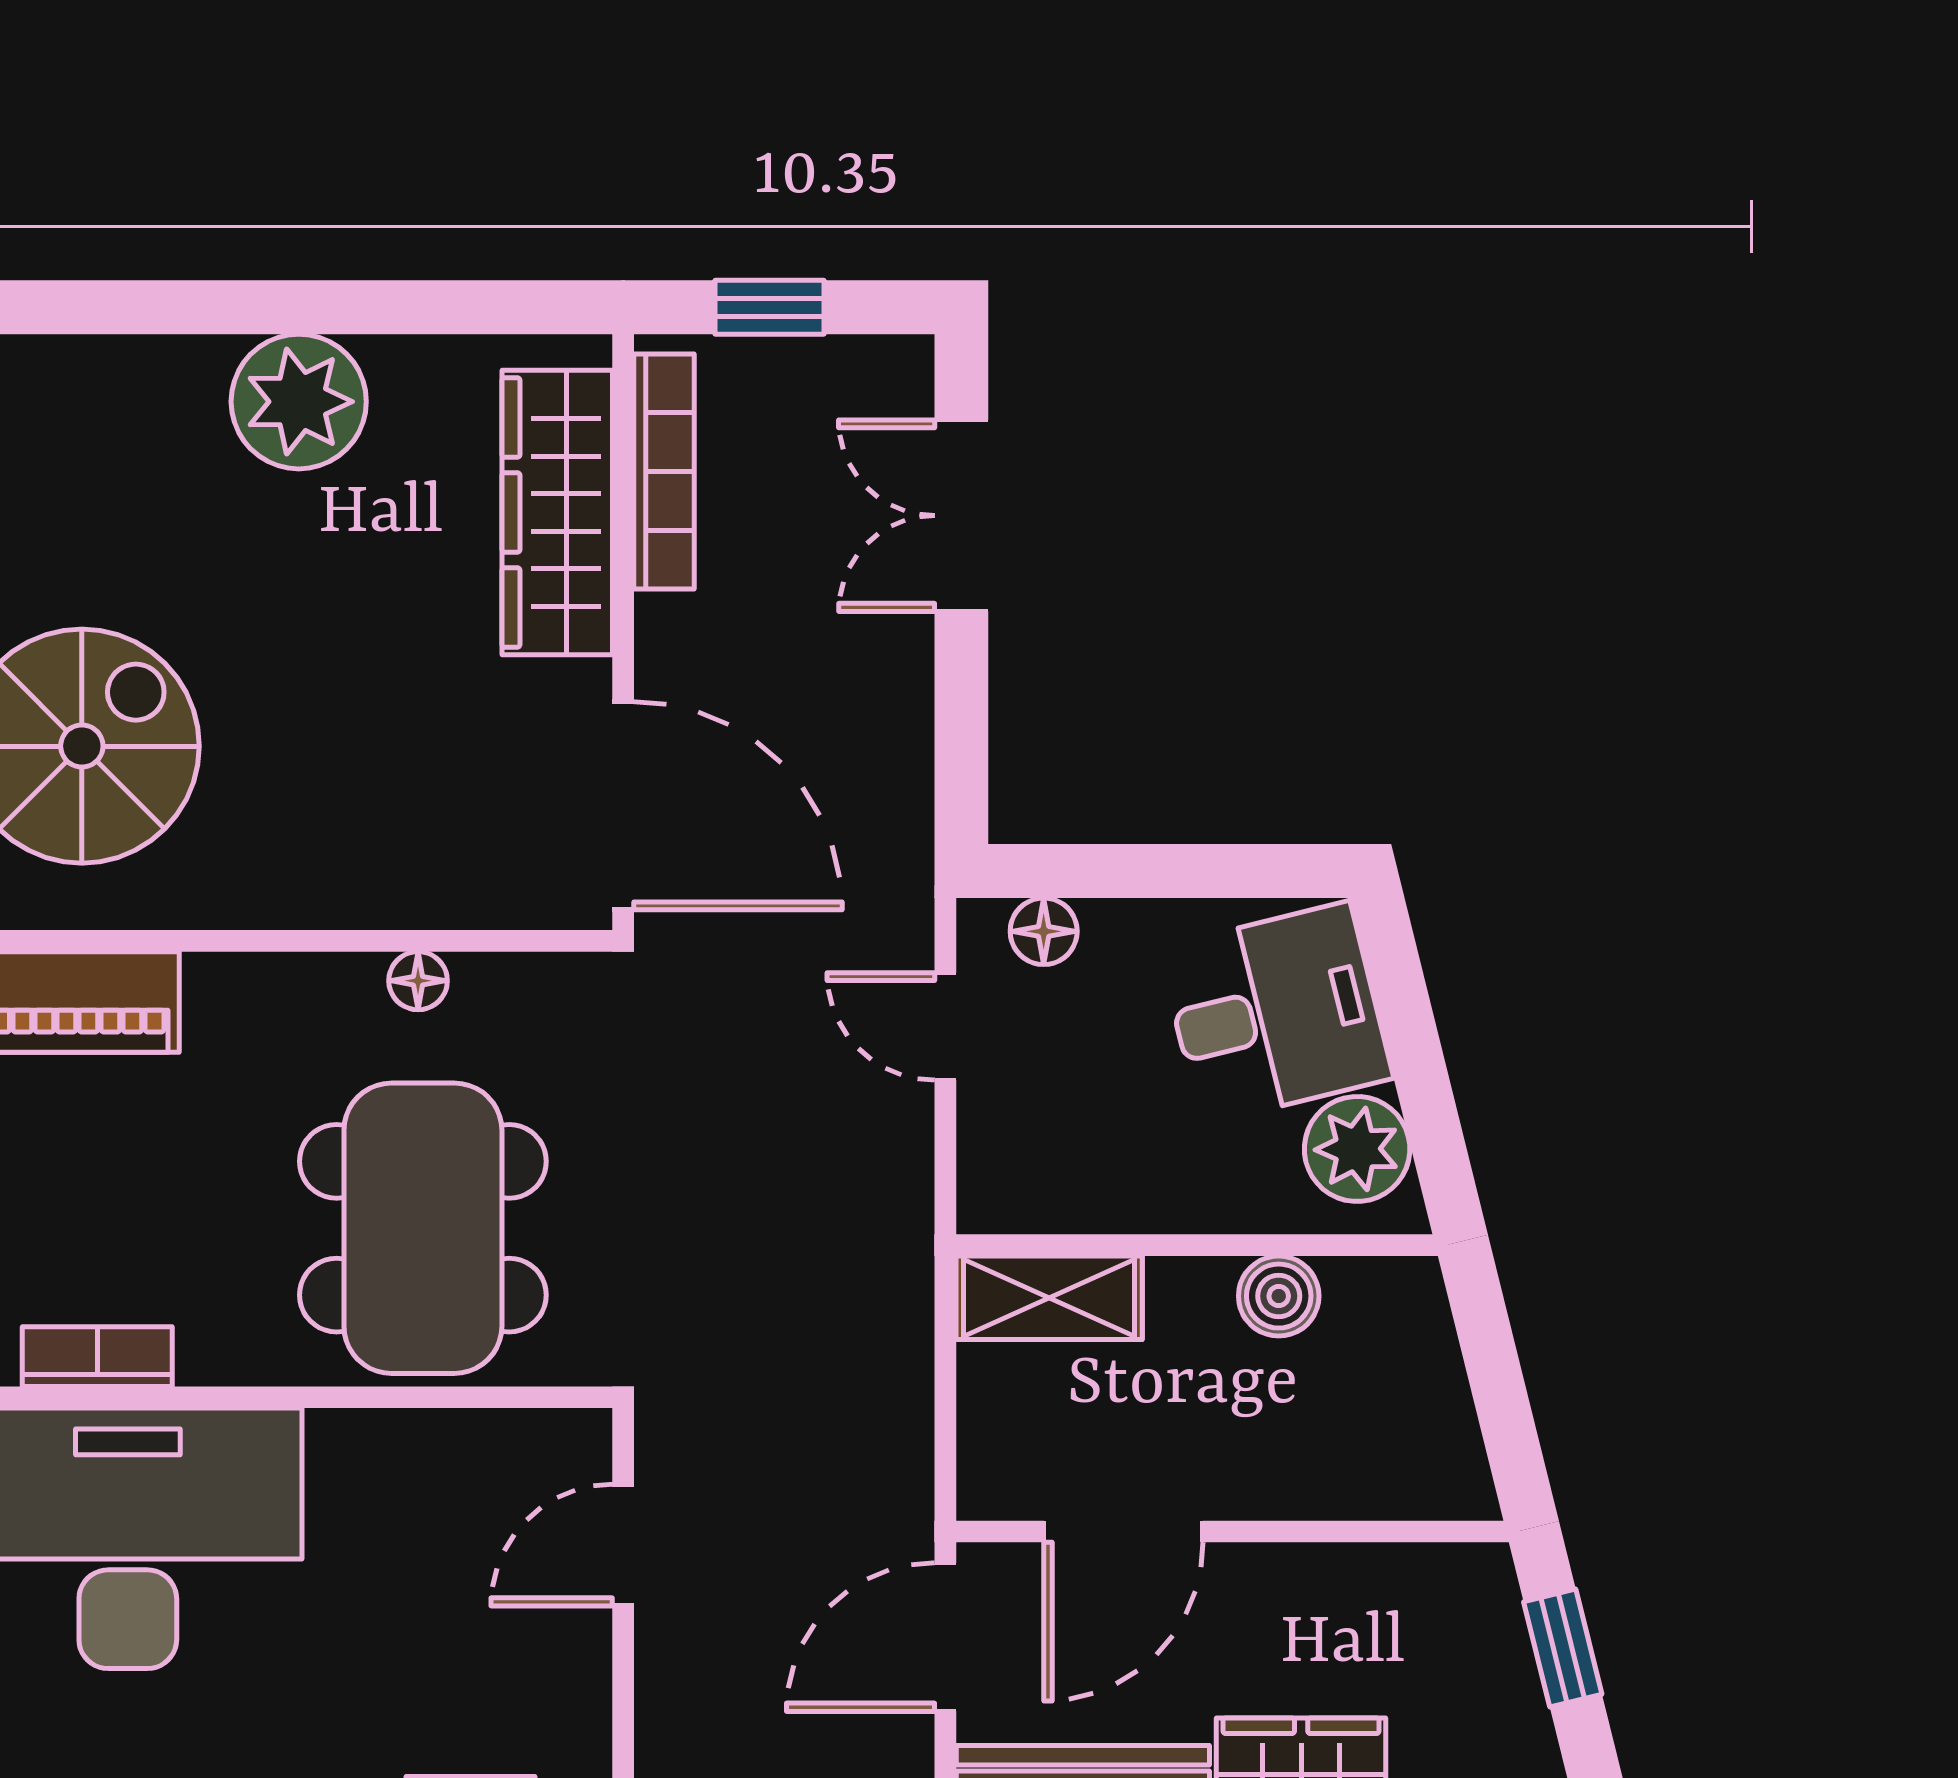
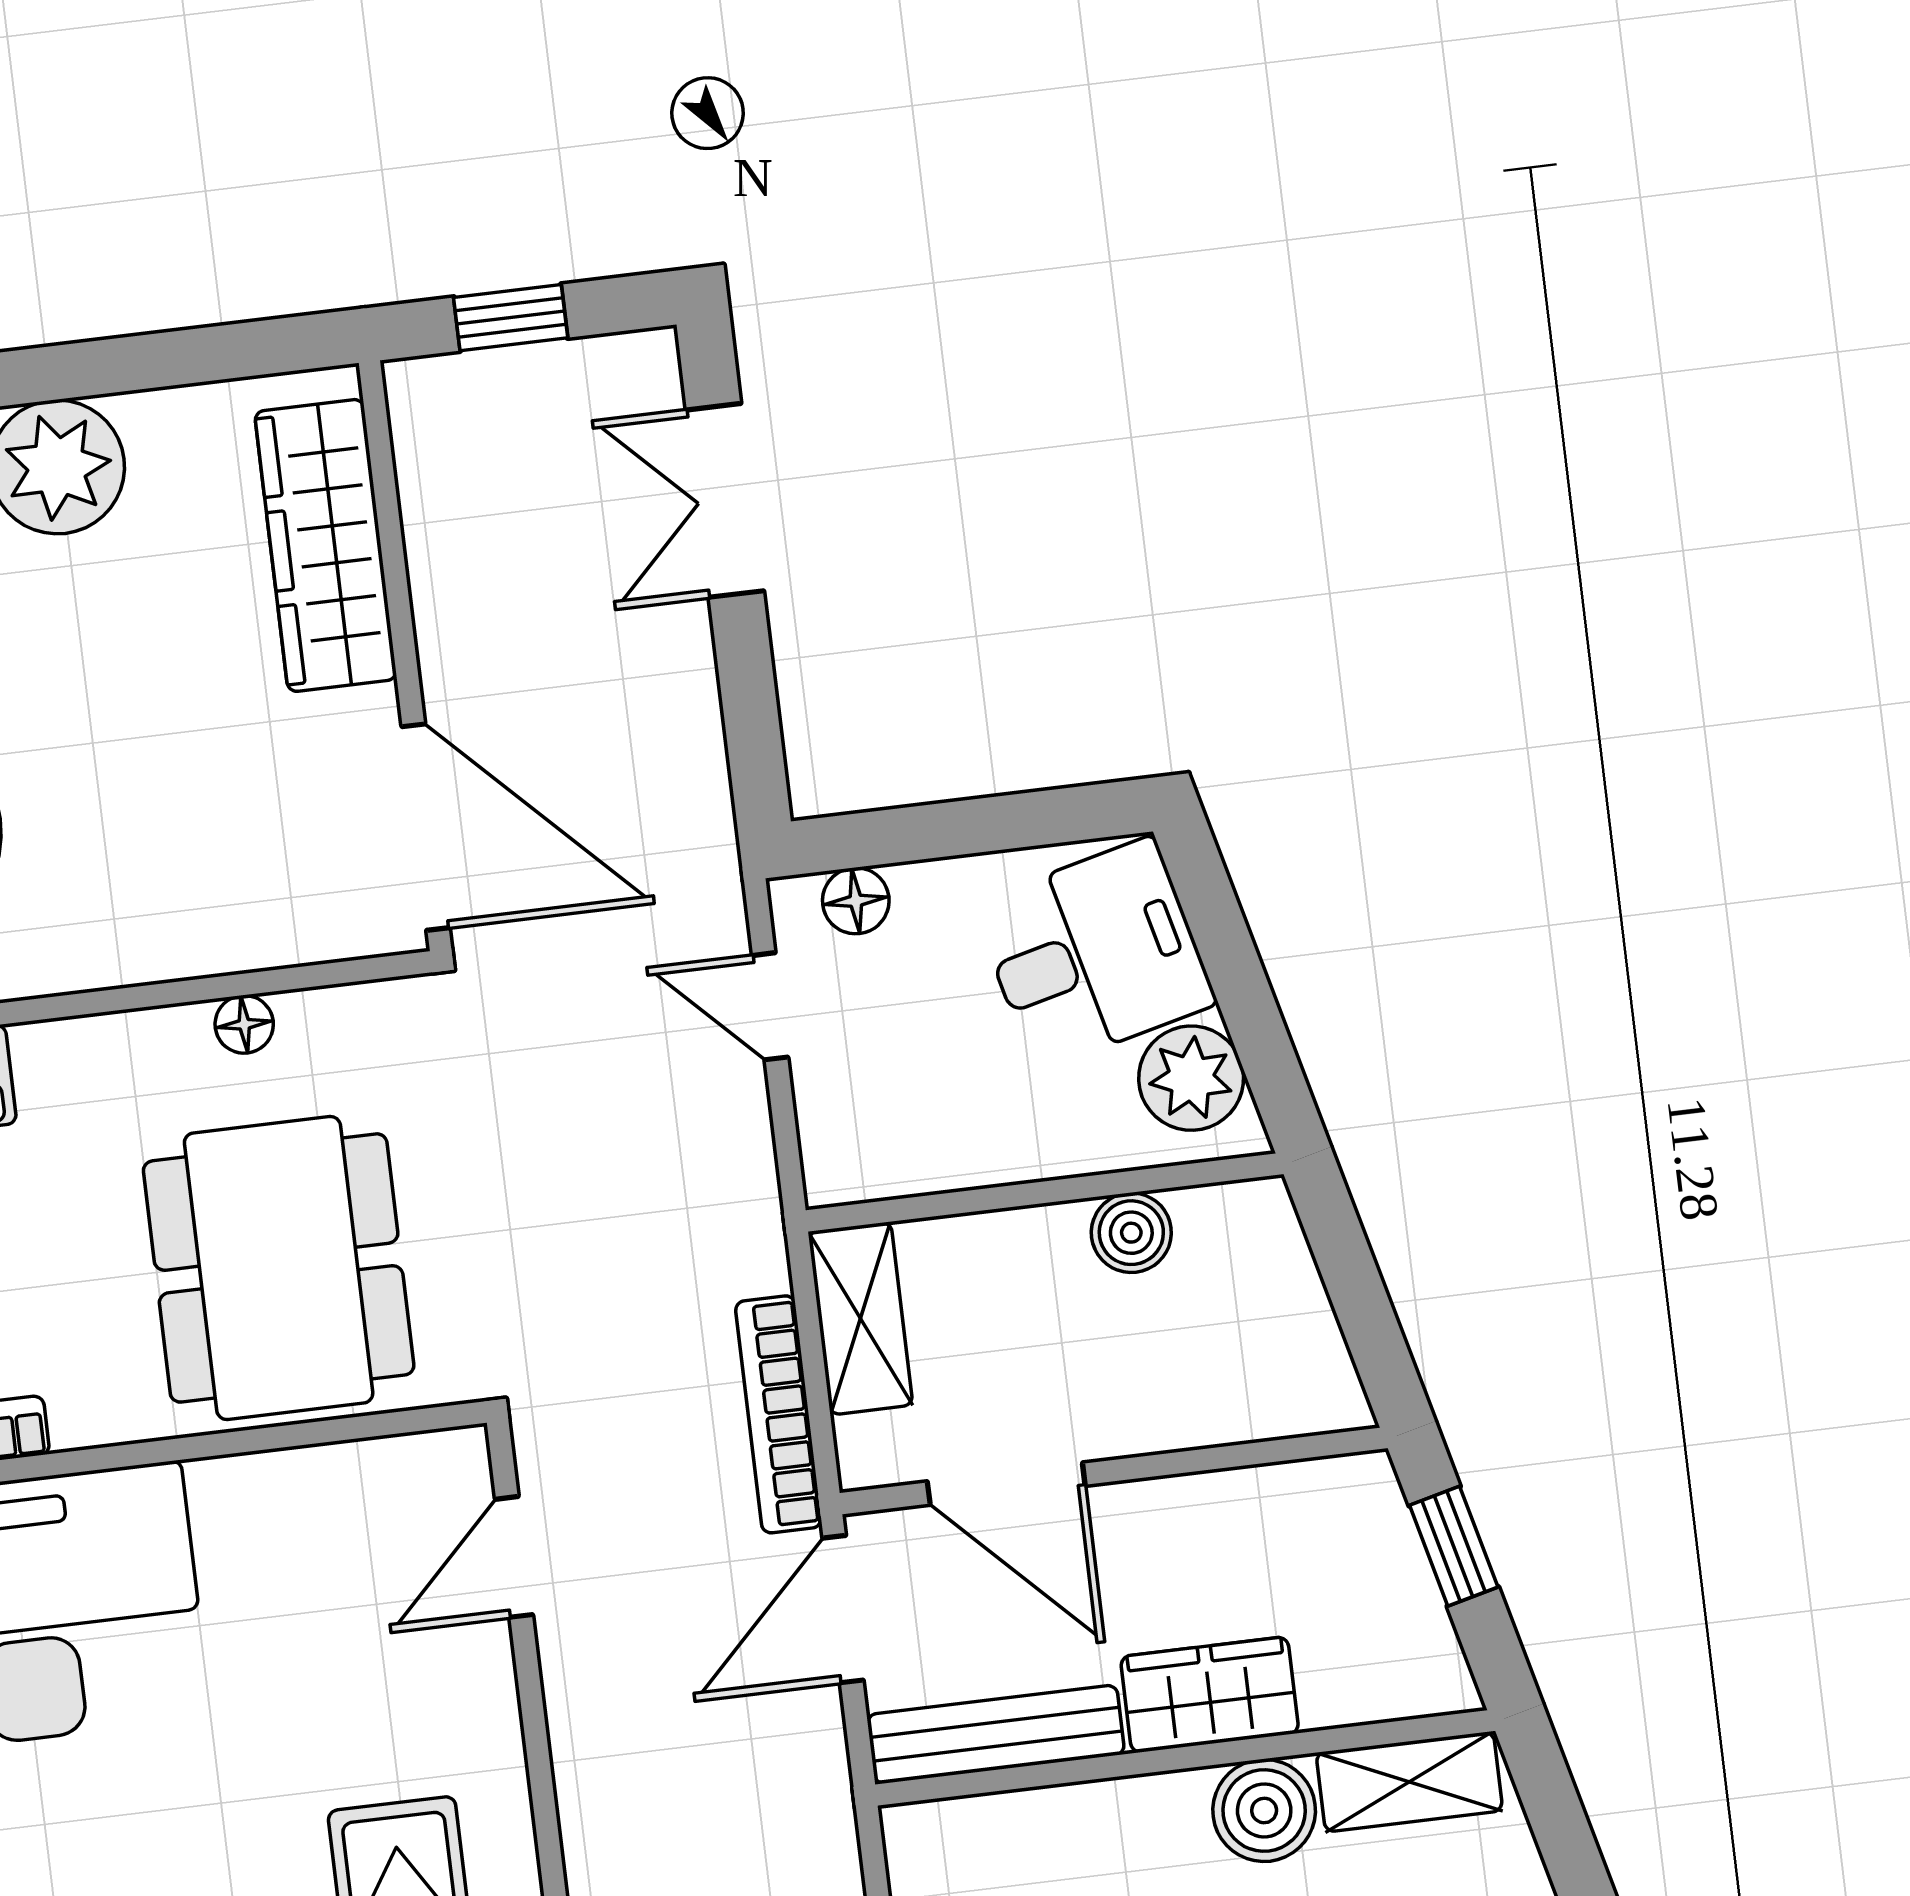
bookcase: (664, 472) -> (778, 1414), moved, turned 180
shelving: (1049, 1298) -> (860, 1318), moved, turned 90
door: (1123, 1531) -> (1006, 1484), hinge flipped

